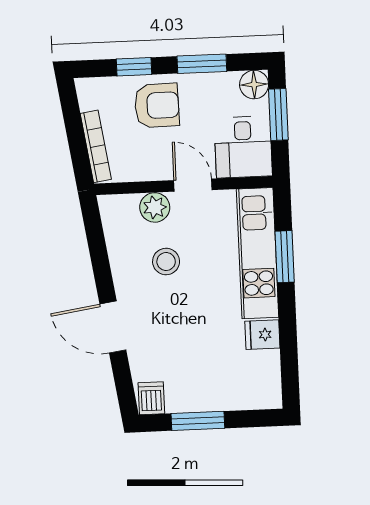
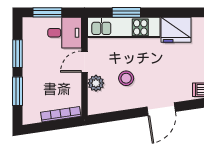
window: (134, 67) -> (18, 91), width x1.50
floor lamp: (254, 85) -> (30, 25), removed
armchair: (157, 105) -> (40, 80), removed
fridge: (262, 335) -> (176, 30), width x1.88, depth x1.34

